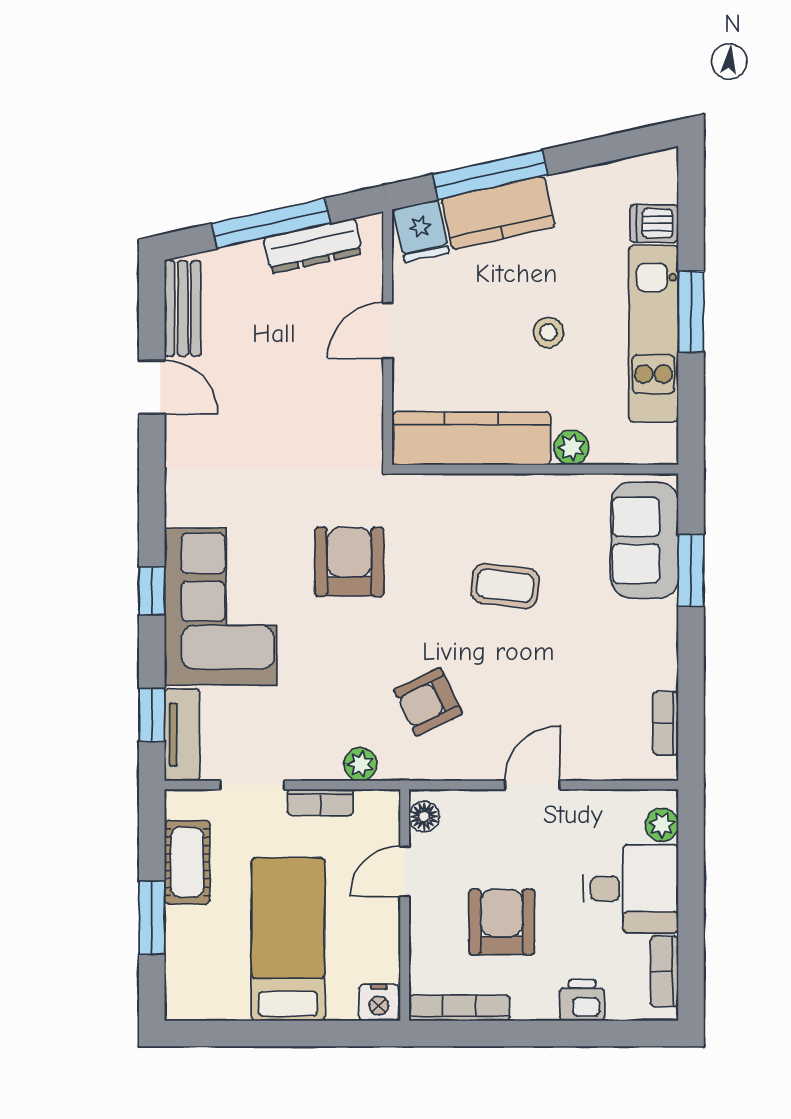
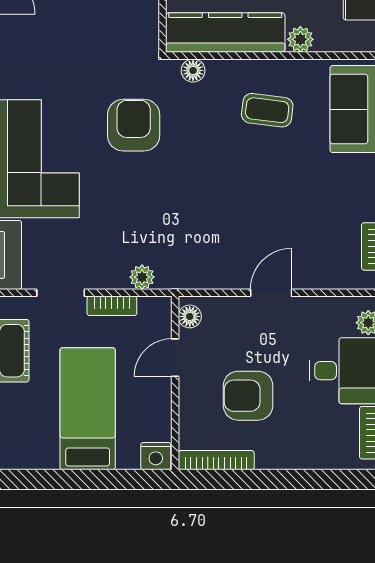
floor lamp: (428, 489) -> (193, 71), added
coffee table: (505, 586) -> (267, 110), moved
armchair: (428, 702) -> (193, 230), removed
armchair: (502, 922) -> (248, 396), turned -90
printer: (582, 1000) -> (308, 454), removed

